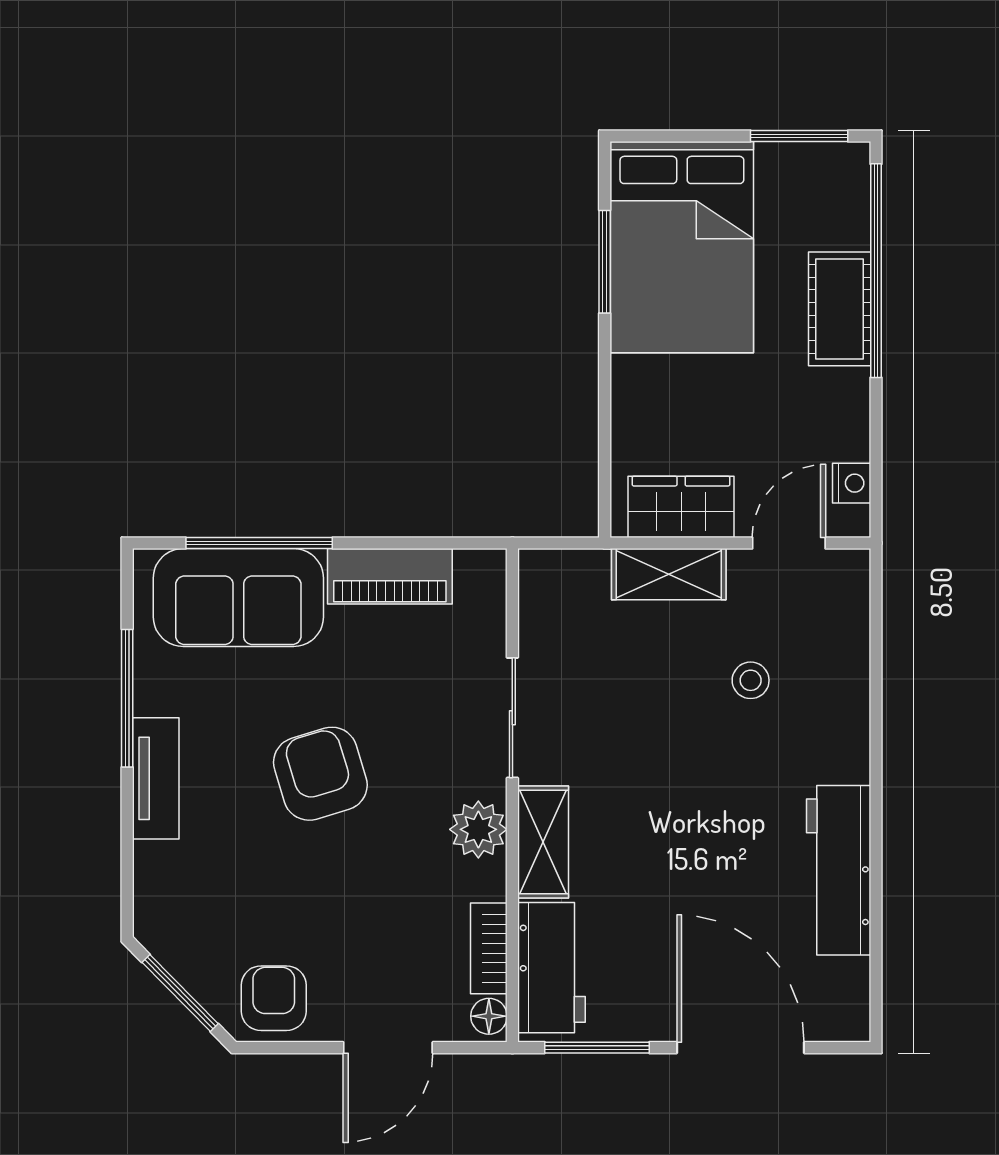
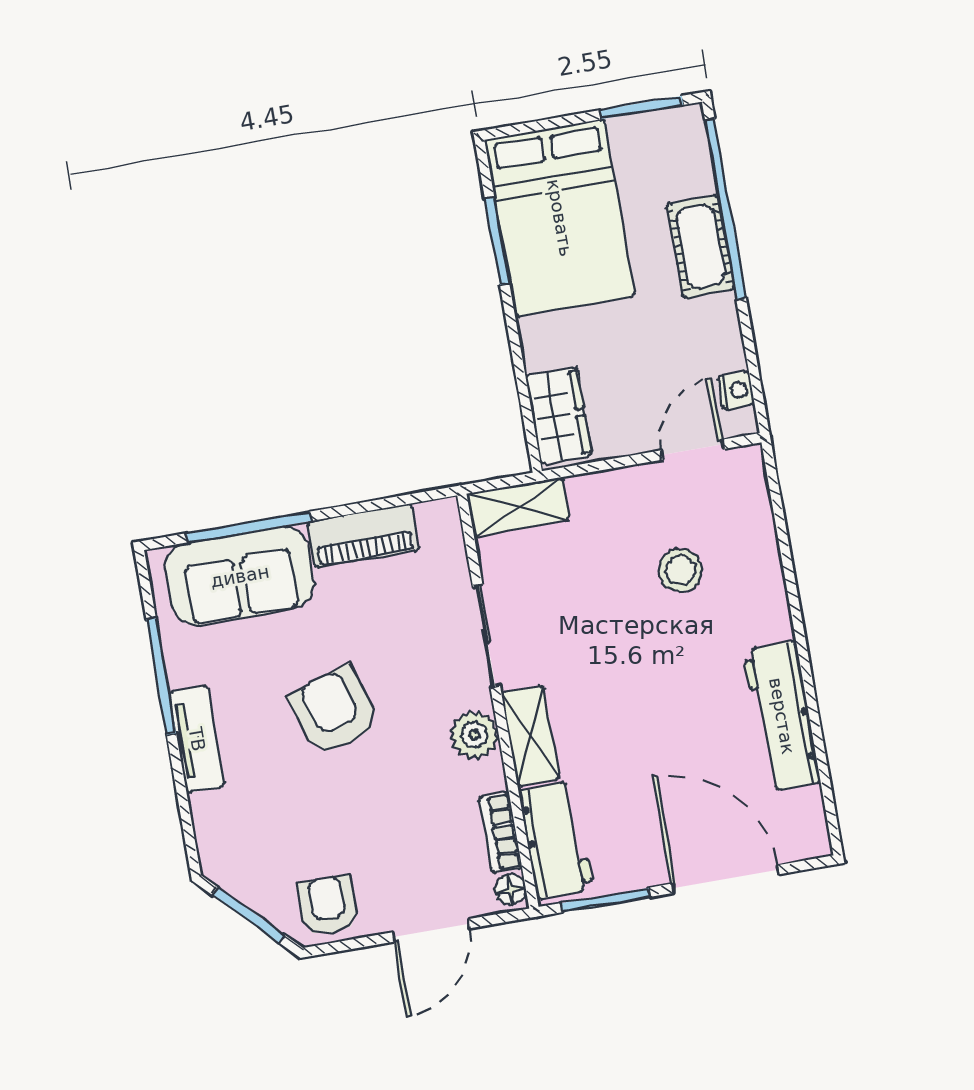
wardrobe: (681, 507) -> (559, 416), moved, turned 90
shelving: (669, 574) -> (518, 507), moved
stool: (751, 680) -> (680, 570), width x1.37, depth x1.37

